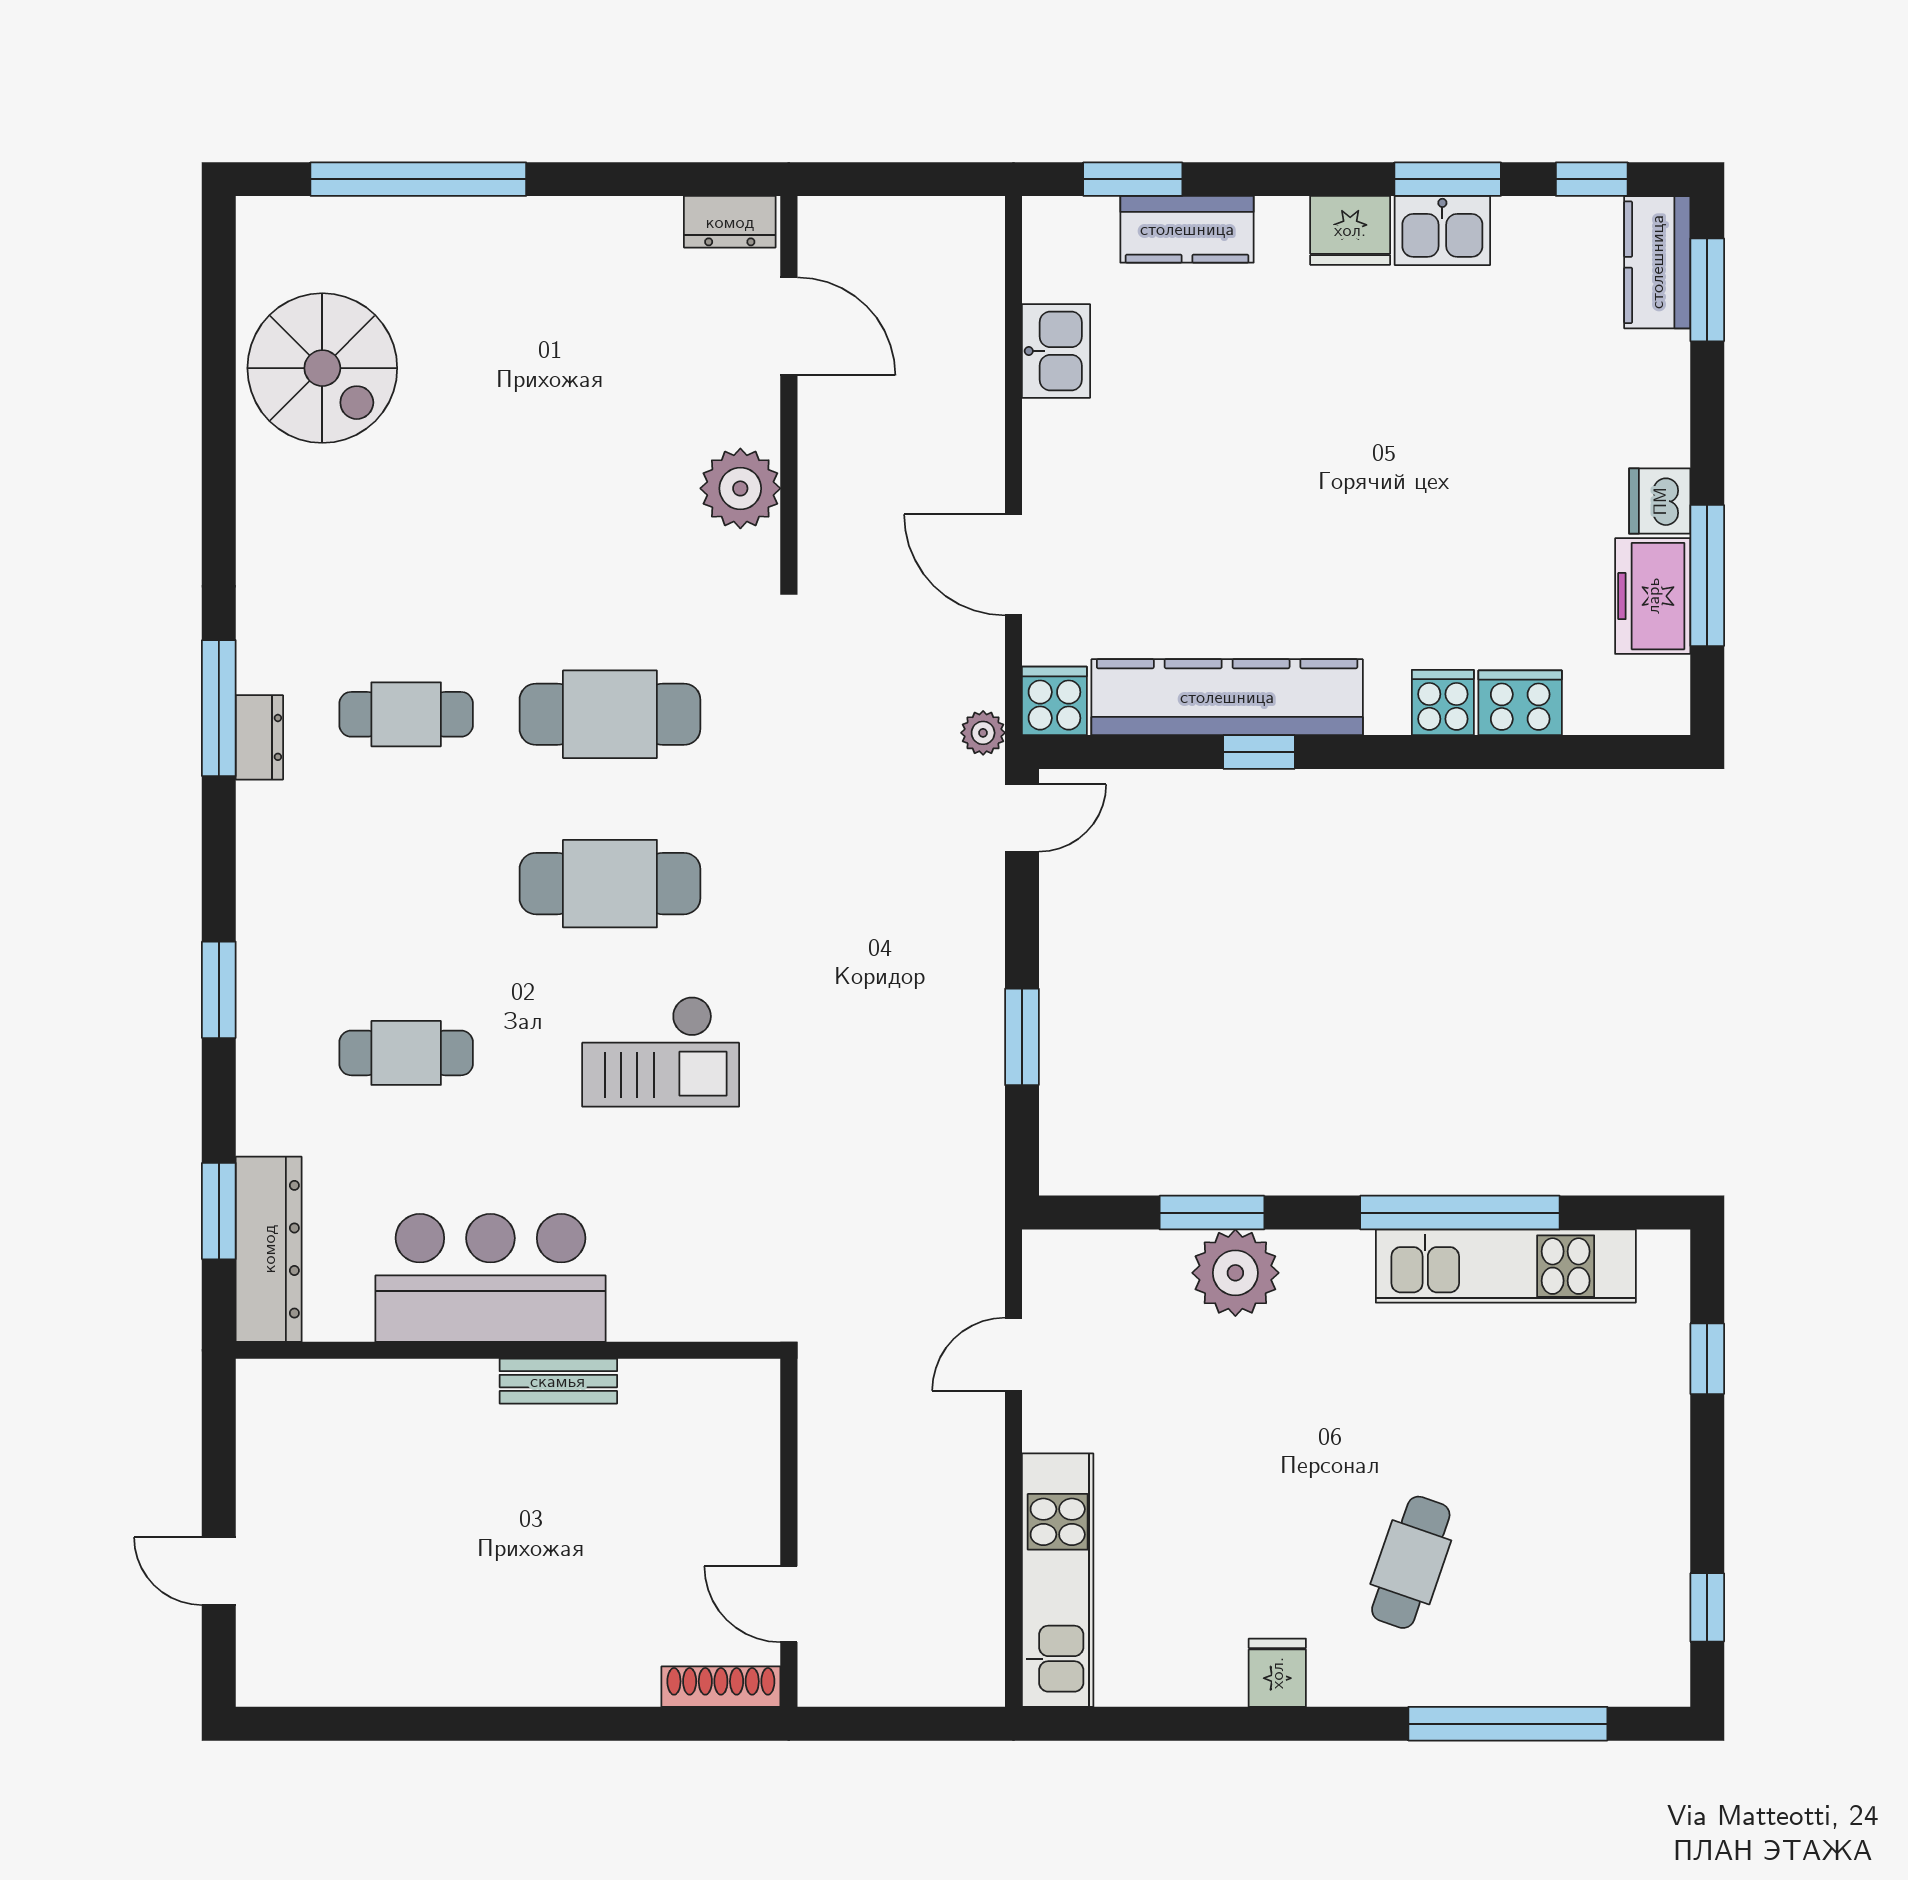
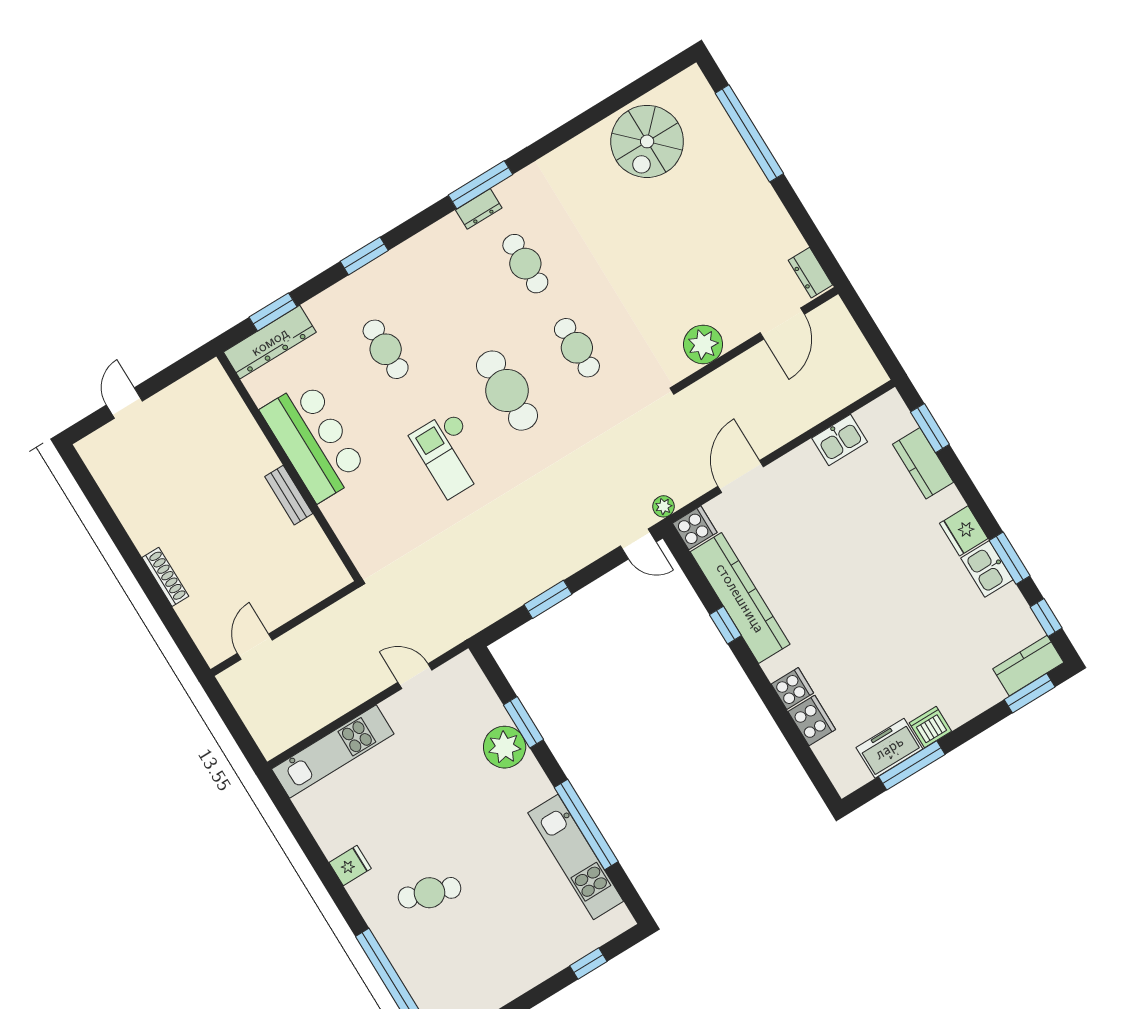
cafe table: (610, 714) -> (577, 348), width x0.73, depth x0.74
shoe rack: (721, 1687) -> (165, 577), moved

